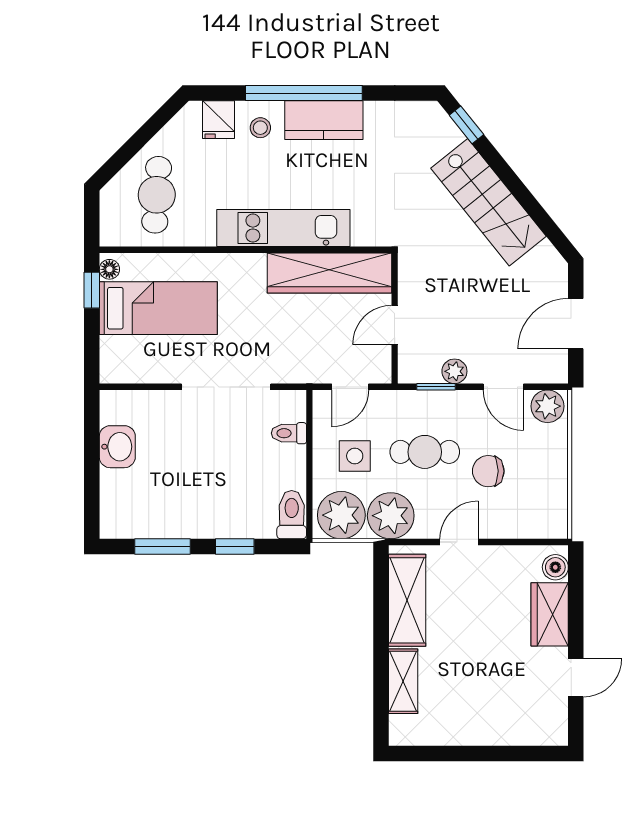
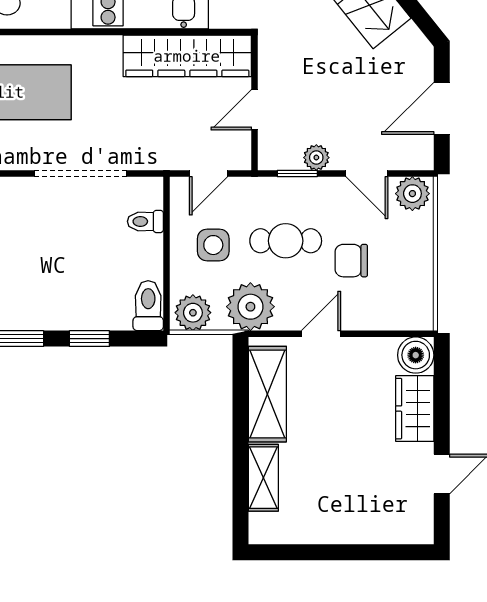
plant: (341, 515) -> (193, 313), width x0.73, depth x0.73
boiler: (555, 567) -> (416, 355), width x1.36, depth x1.36

